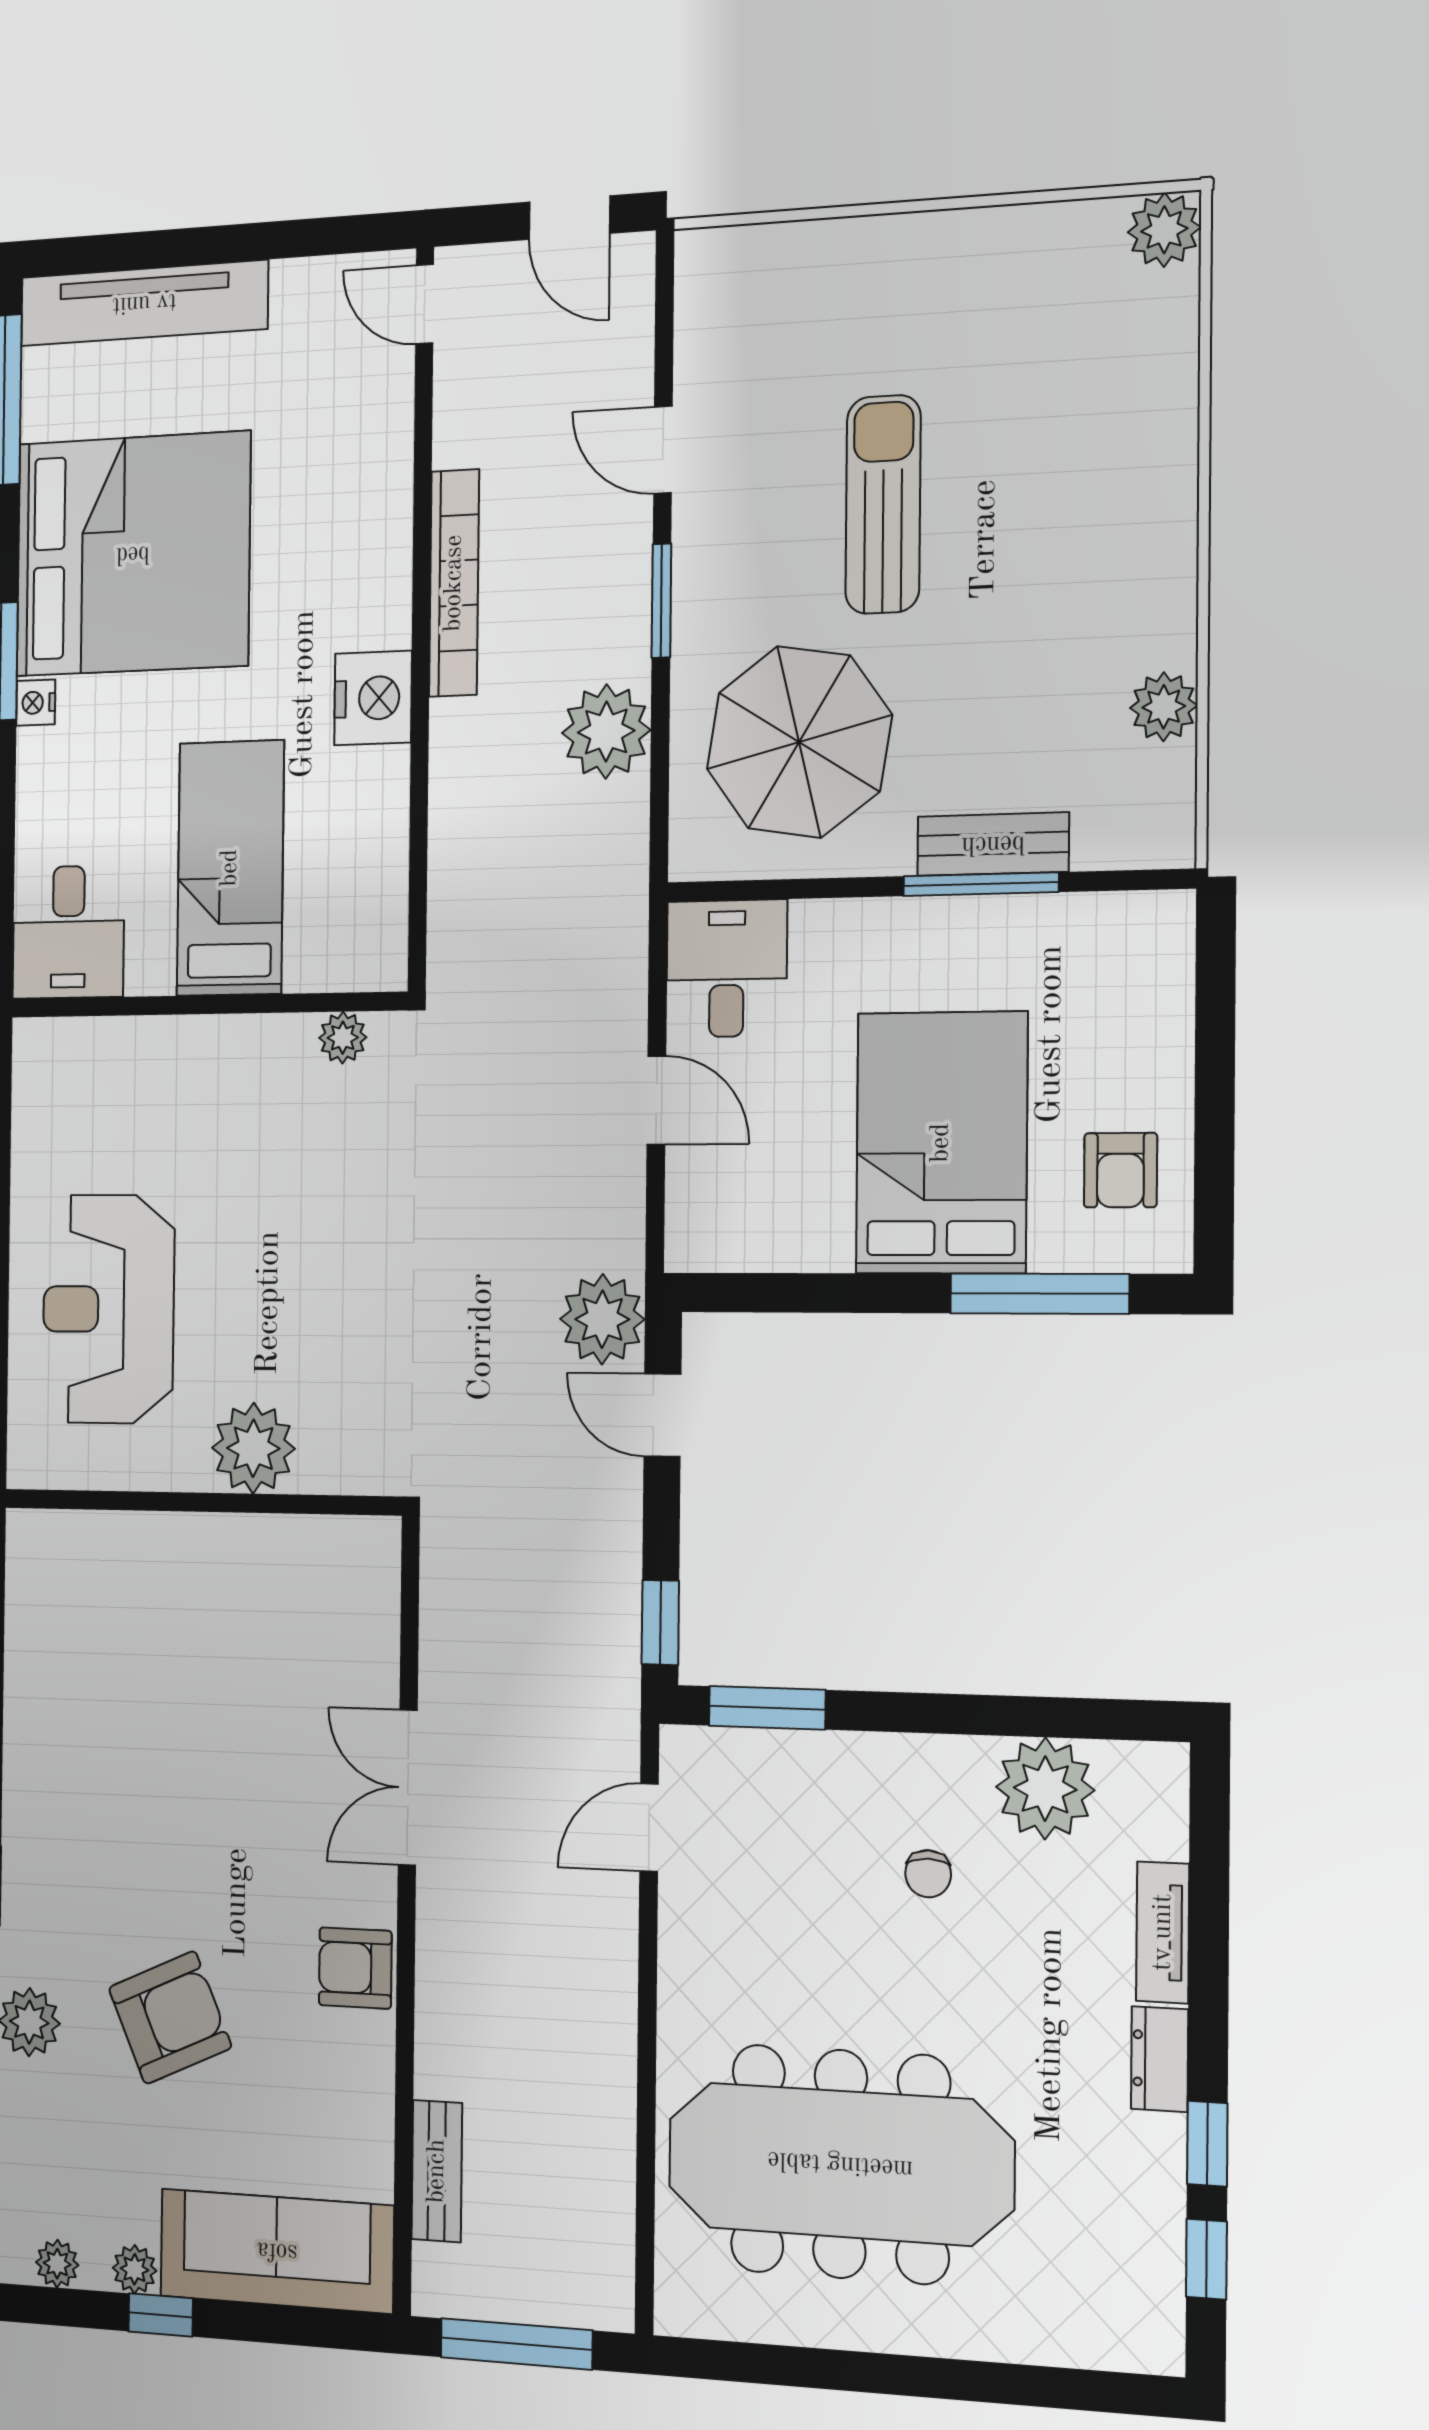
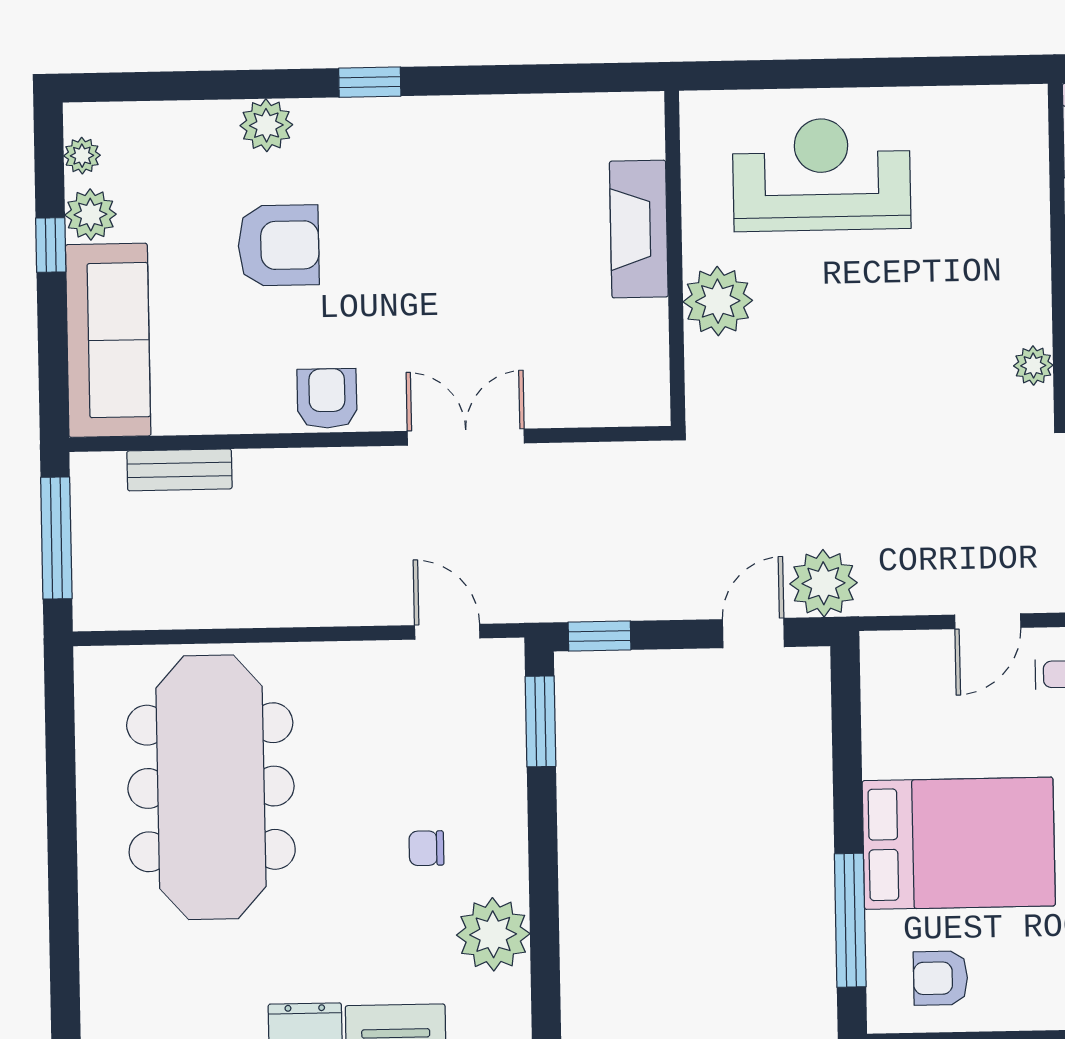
fireplace: (165, 1548) -> (639, 229), added
armchair: (170, 2018) -> (279, 245), turned -66
plant: (135, 2269) -> (90, 215), width x1.38, depth x1.38

